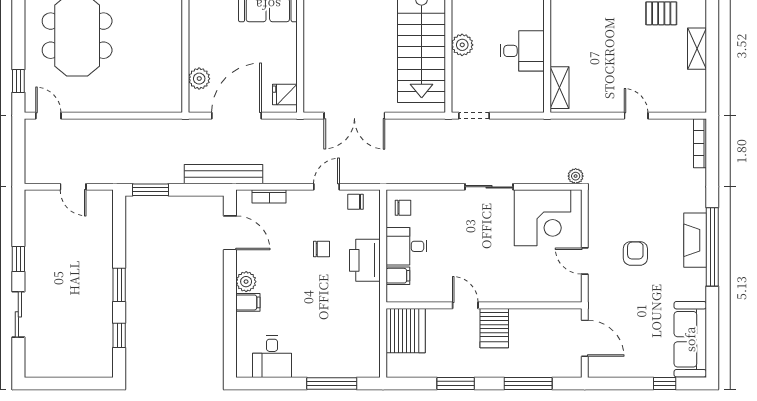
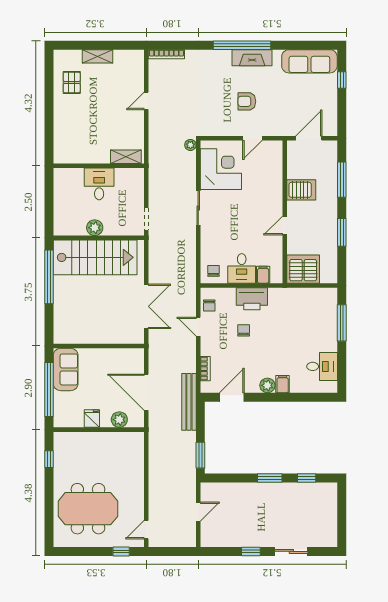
fridge: (285, 94) -> (92, 419), moved, turned 180
fireplace: (695, 240) -> (252, 58), moved
server rack: (494, 328) -> (301, 190), moved

